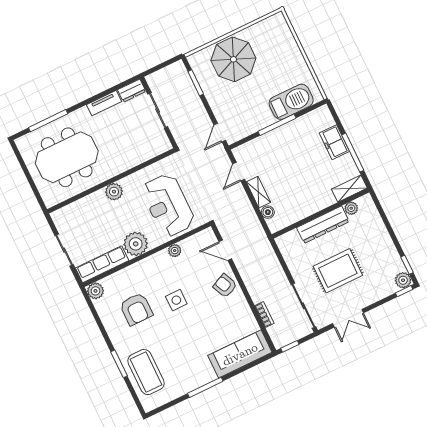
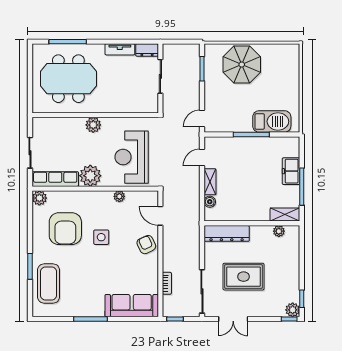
dresser: (323, 225) -> (227, 233), moved
armchair: (136, 309) -> (65, 229), width x1.36, depth x1.36

